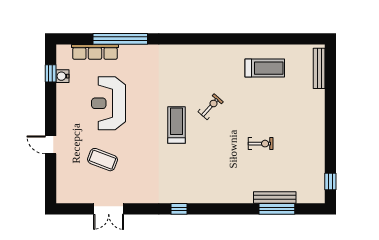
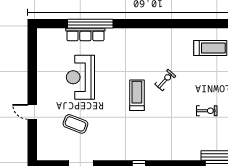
row of seats: (95, 52) -> (85, 35), moved
window: (51, 73) -> (32, 52), removed
water cooler: (62, 76) -> (42, 55), removed

